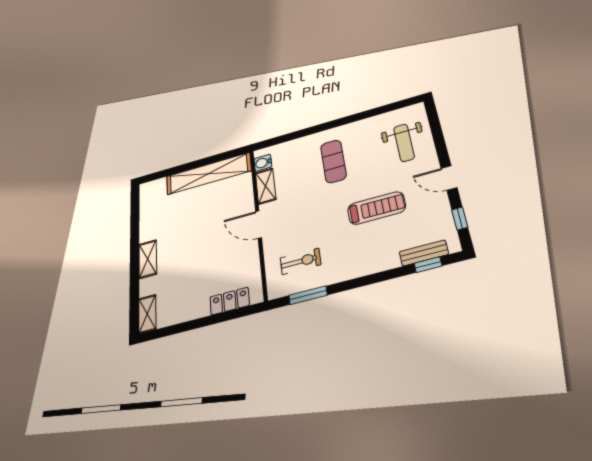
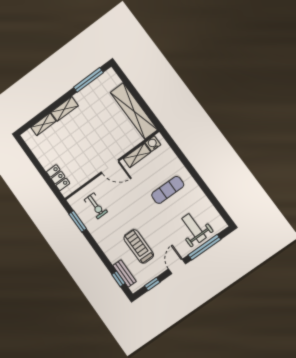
window: (438, 137) -> (204, 247), added
weight bench: (404, 143) -> (194, 228), turned 90
treadmill: (377, 208) -> (139, 246), moved, turned 180
window: (135, 217) -> (88, 80), added
door: (259, 225) -> (110, 166), swing flipped
shelving: (147, 314) -> (43, 124), moved

